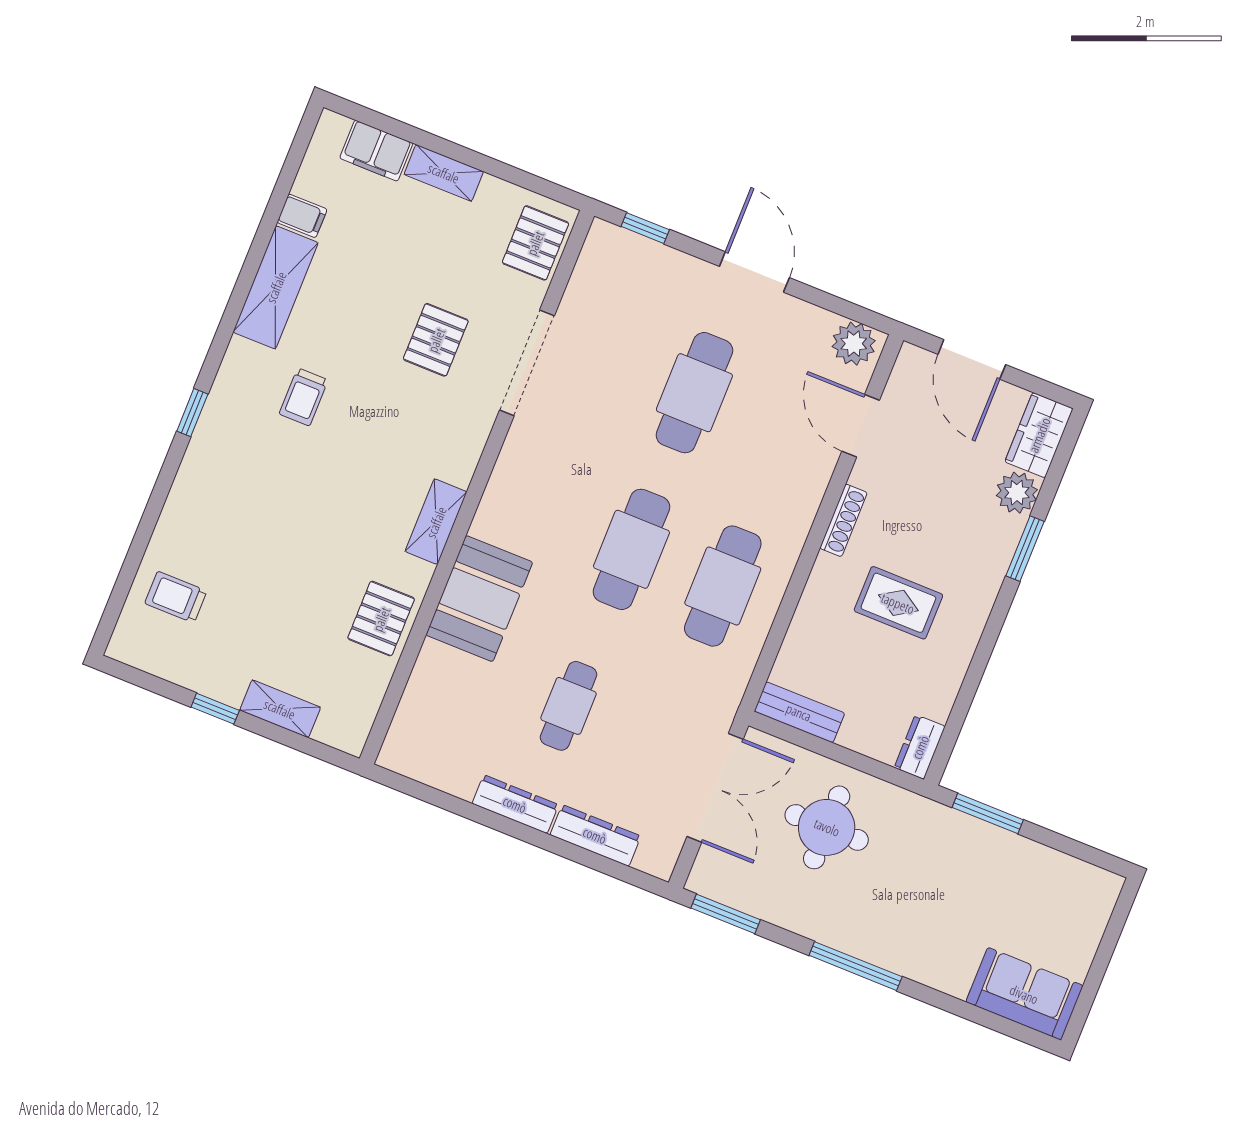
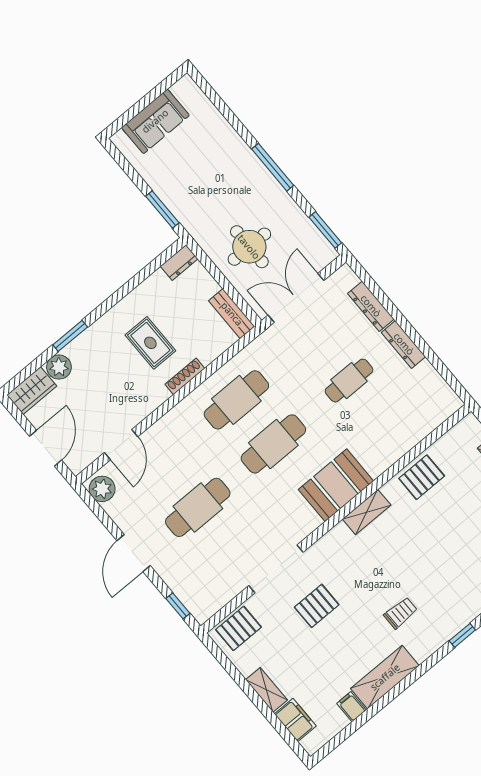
shoe rack: (843, 520) -> (185, 376), moved
booth: (479, 599) -> (336, 485), moved
sofa: (1024, 994) -> (155, 121), moved, turned -90

